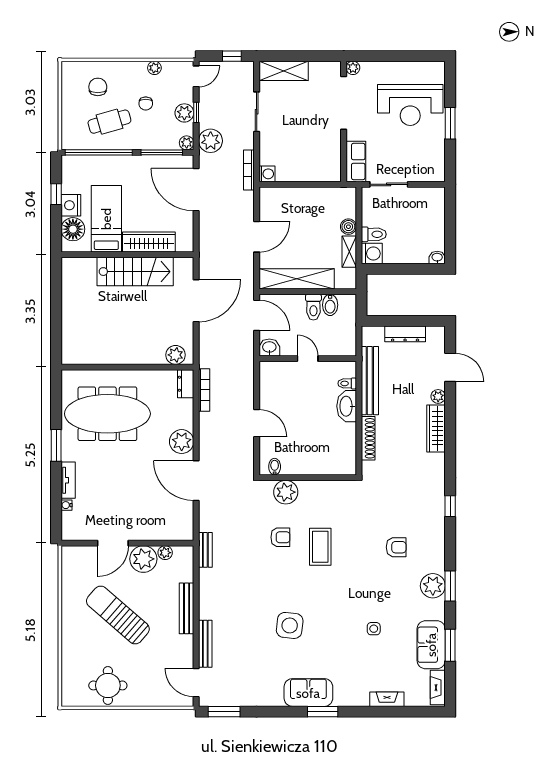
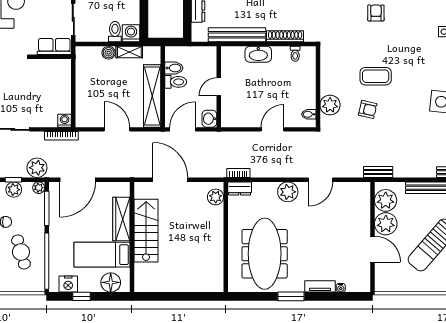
nightstand: (71, 205) -> (68, 284), moved
toilet: (347, 383) -> (295, 54), moved
bookcase: (204, 390) -> (238, 173), width x0.64
door: (196, 481) -> (320, 180), width x0.73
armchair: (280, 537) -> (368, 109), turned 103
plant: (165, 553) -> (386, 200), width x1.87, depth x1.87

